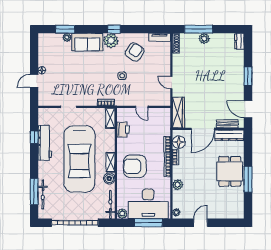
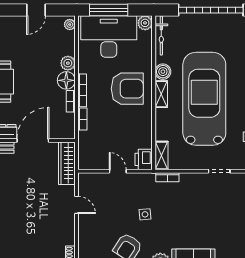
printer: (123, 129) -> (144, 159), moved
floor lamp: (179, 142) -> (66, 80), moved

